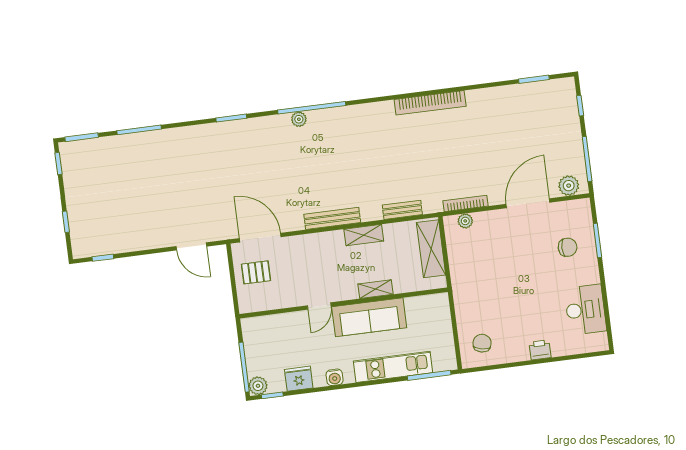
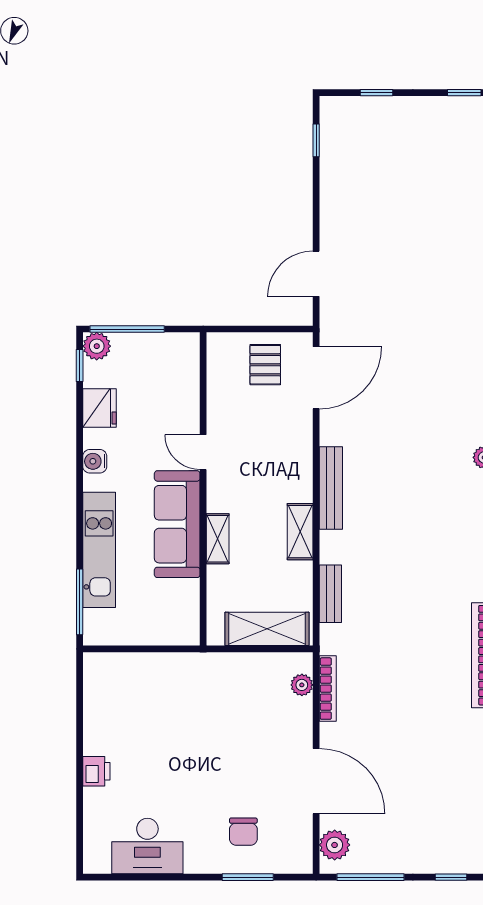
chair: (482, 343) -> (117, 687), removed

